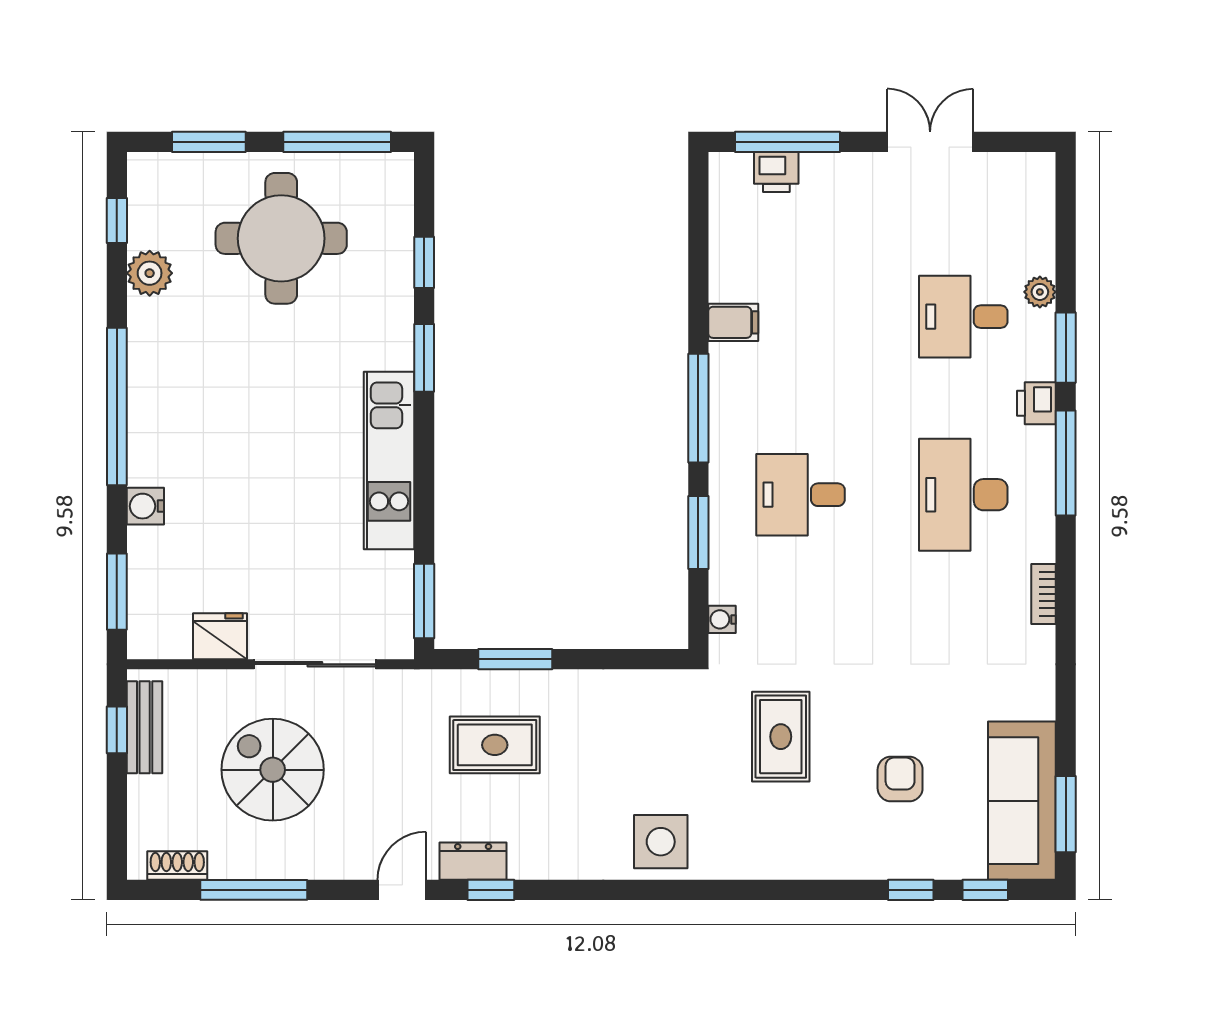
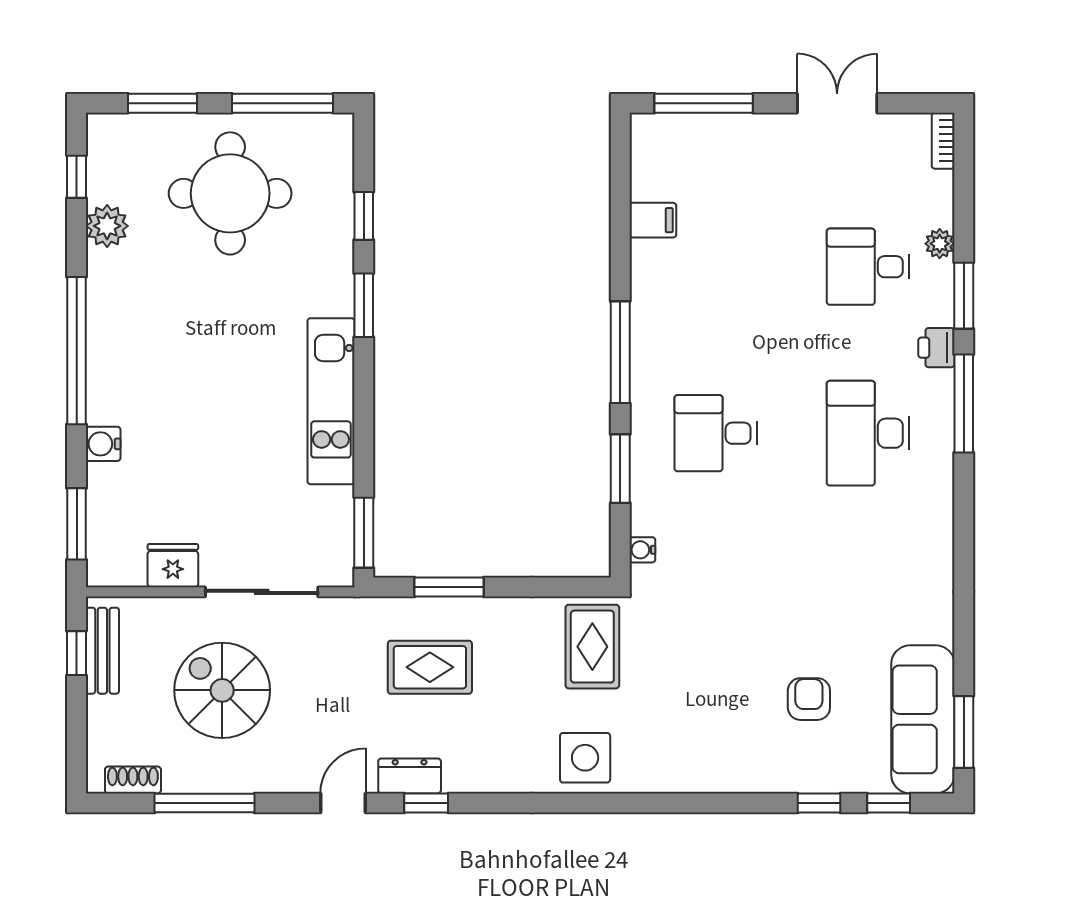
printer: (776, 172) -> (693, 131), removed
filing cabinet: (733, 322) -> (653, 220), moved
bookcase: (1043, 594) -> (943, 141), moved
rug: (781, 737) -> (592, 647), moved

